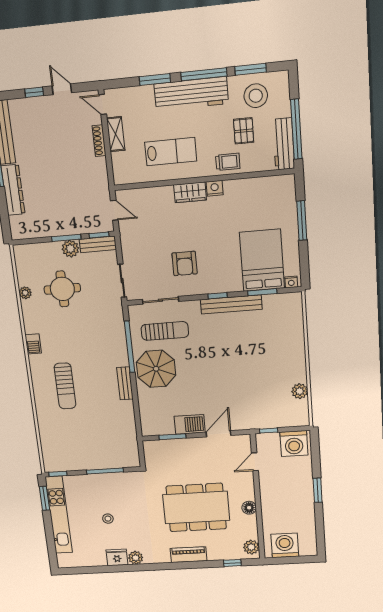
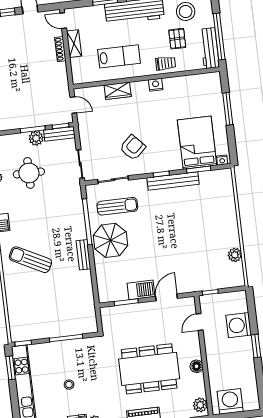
wardrobe: (190, 192) -> (118, 91), moved
armchair: (185, 263) -> (133, 148), turned -133
sun lounger: (65, 386) -> (30, 260), turned 117
washing machine: (294, 444) -> (239, 325), moved, turned 90

